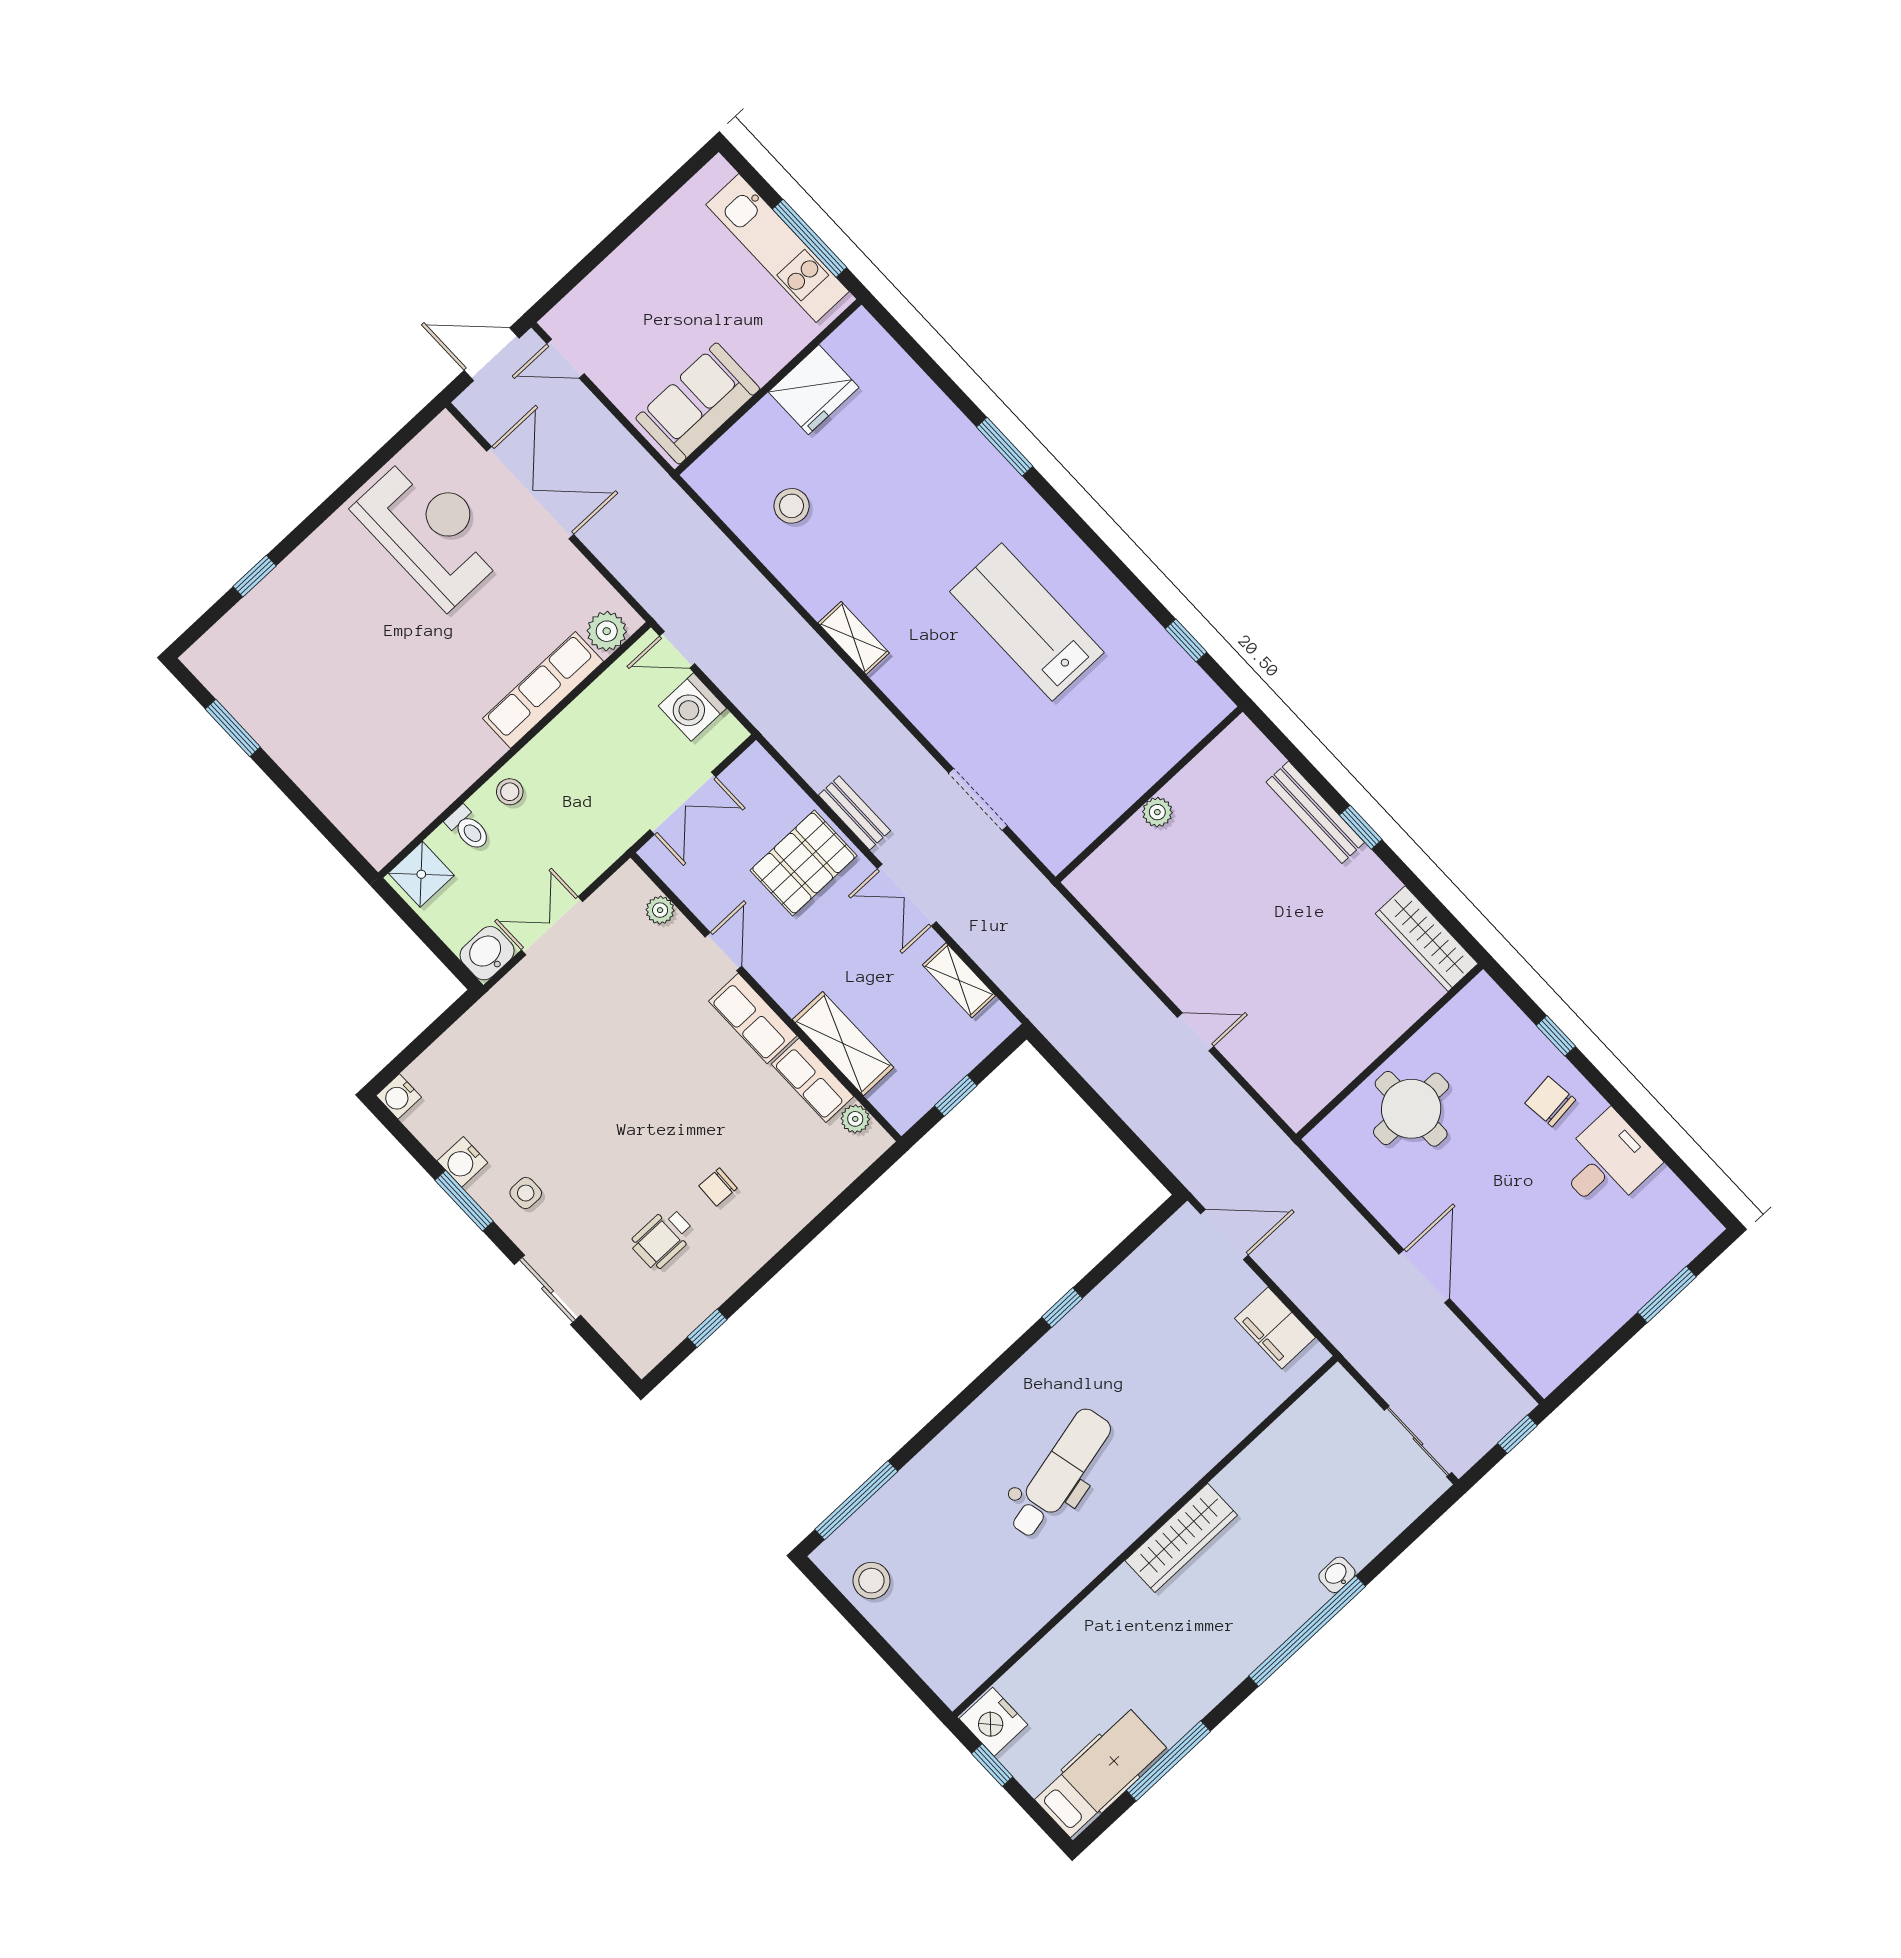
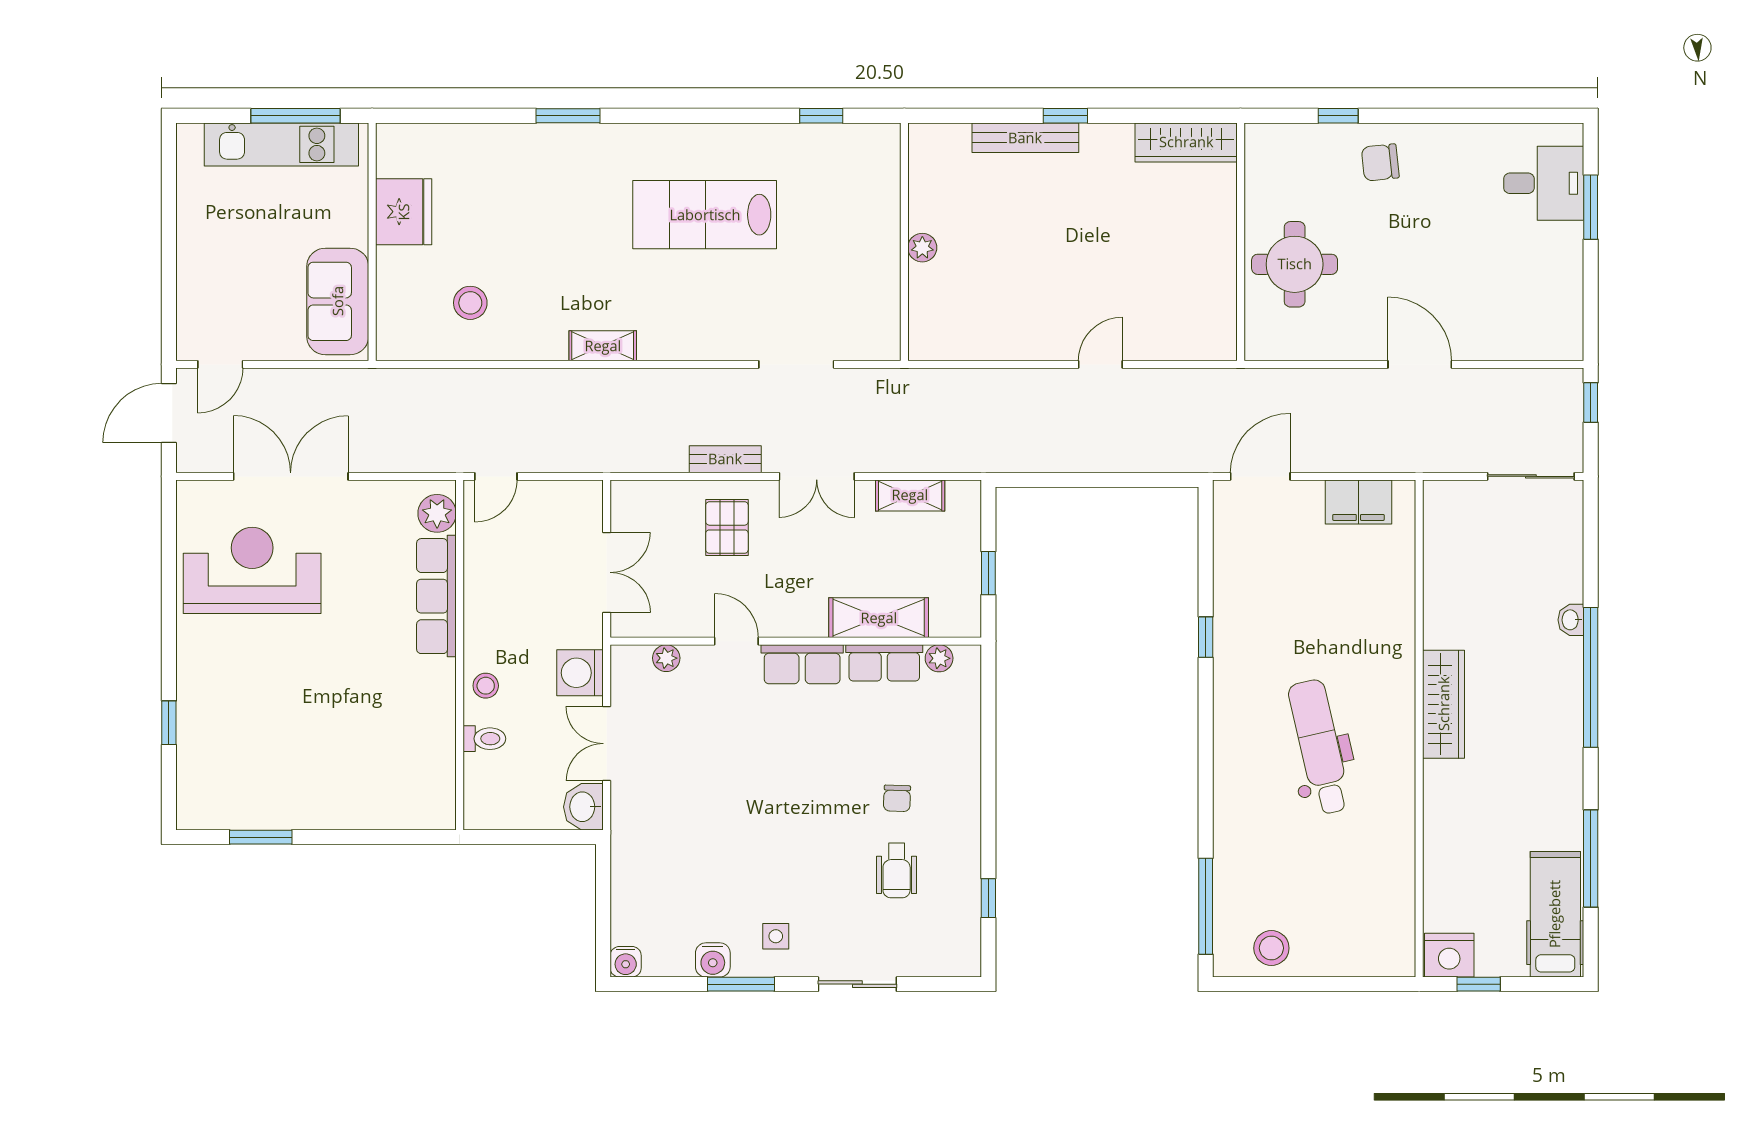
washing machine: (692, 707) -> (580, 673), moved, turned 90
pallet: (803, 863) -> (727, 528), width x0.67, depth x0.71
shower: (421, 874) -> (486, 801), removed
desk: (1607, 1162) -> (1544, 183), moved, turned 90

